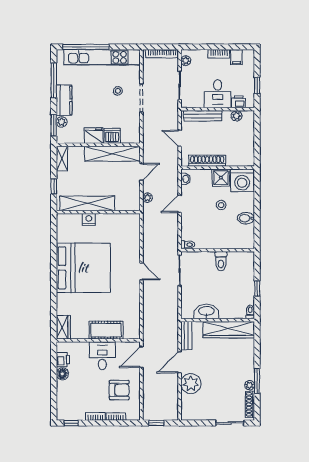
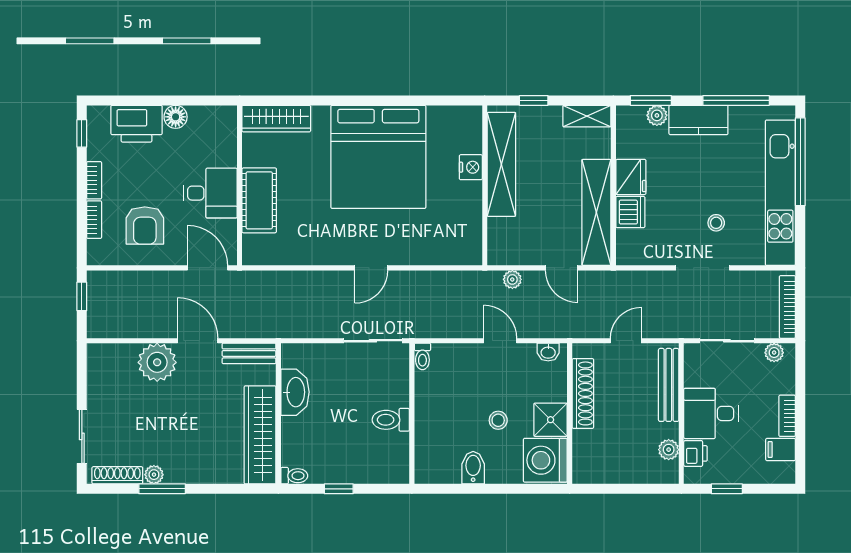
wardrobe: (63, 327) -> (276, 119), width x1.50
printer: (63, 360) -> (137, 124), moved, width x1.87, depth x1.48

